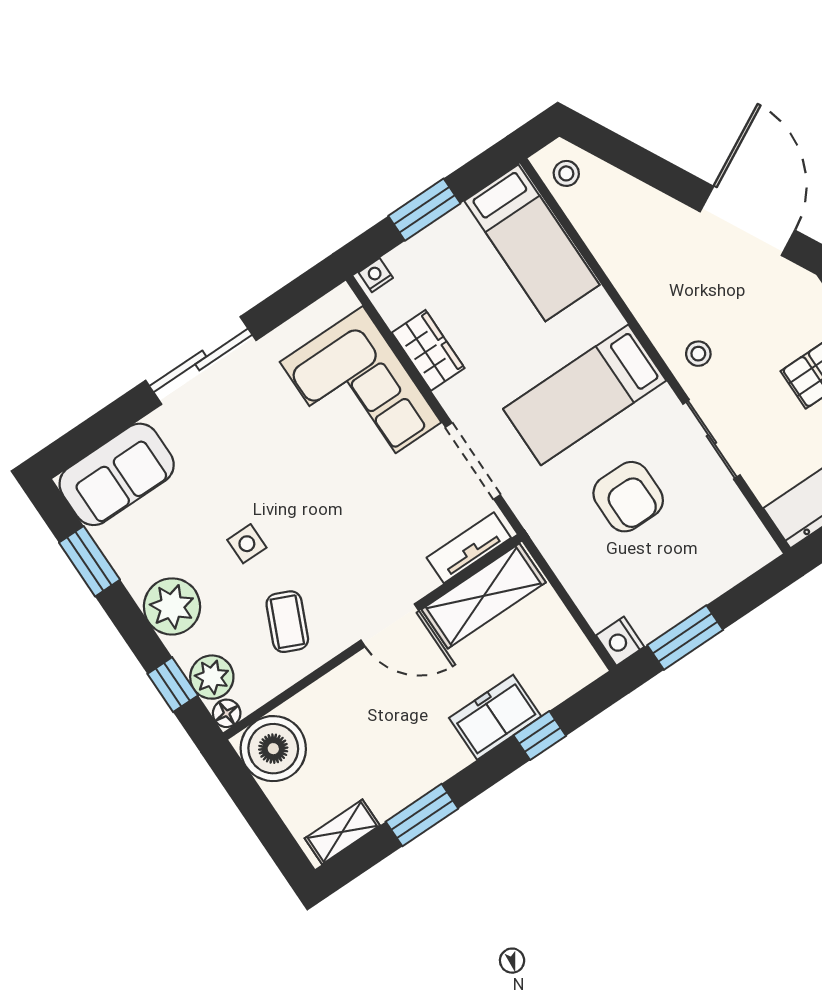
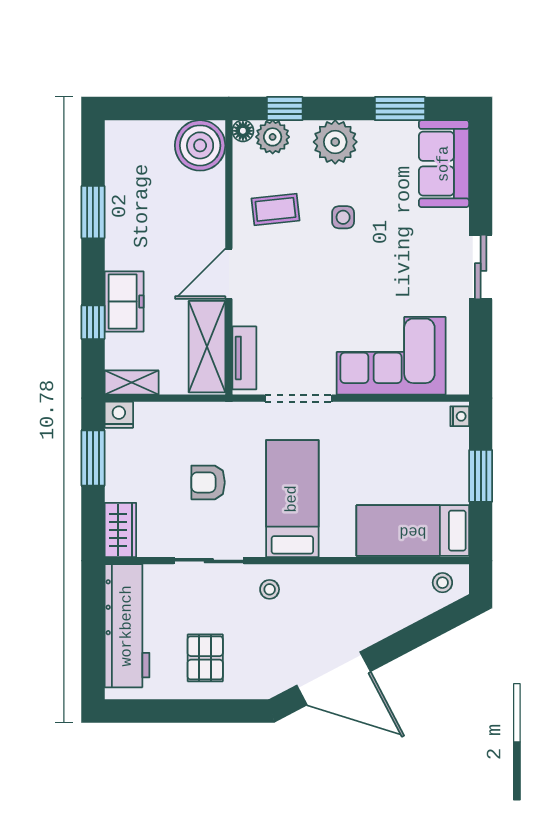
wardrobe: (428, 350) -> (120, 530), moved, turned -90
sliding door: (201, 360) -> (481, 267), width x0.73
armchair: (628, 497) -> (208, 482), width x0.72, depth x0.72
coffee table: (287, 622) -> (275, 209), turned -30
shelving: (342, 832) -> (132, 383), moved, turned 90

